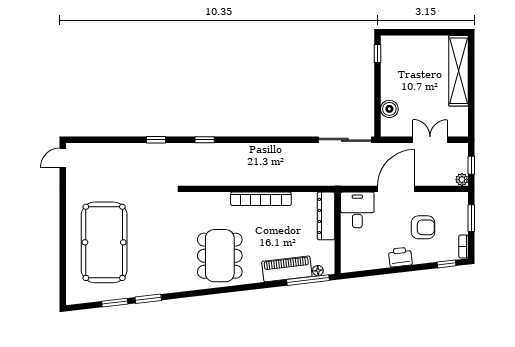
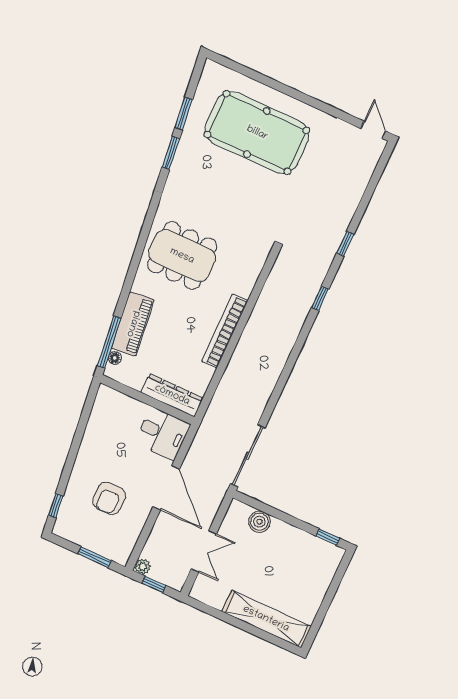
bookcase: (464, 246) -> (67, 534), removed
printer: (400, 257) -> (87, 457), removed

